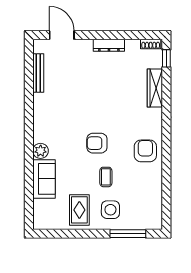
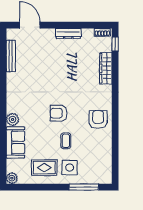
rug: (79, 210) -> (44, 168), turned 90
plant: (40, 223) -> (12, 178), added

